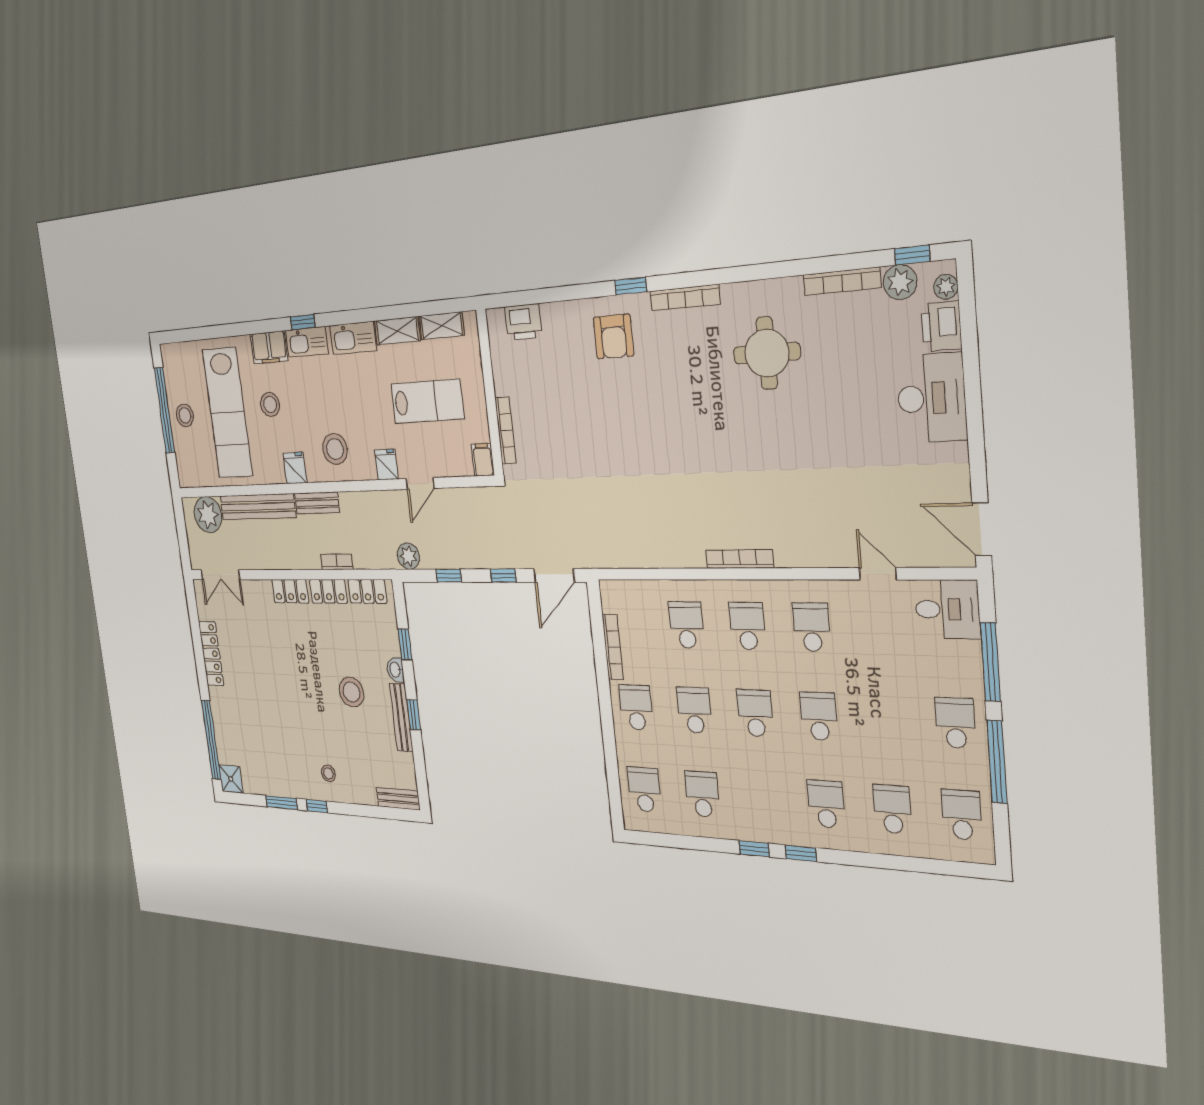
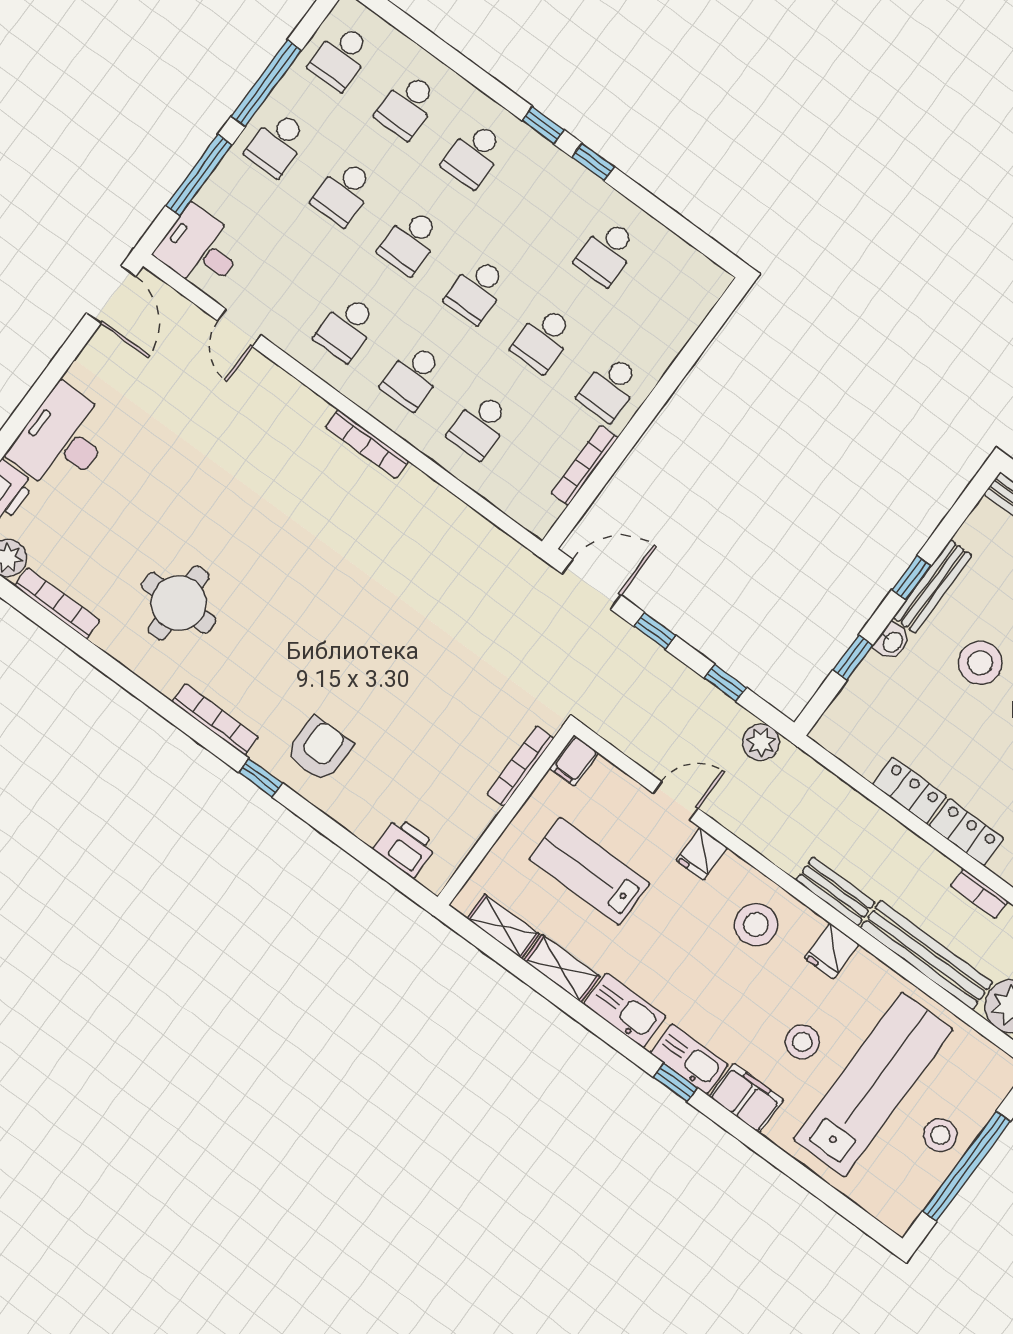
bookcase: (337, 562) -> (979, 894), moved
locker: (367, 591) -> (853, 749), removed
school desk: (644, 789) -> (344, 193), moved

